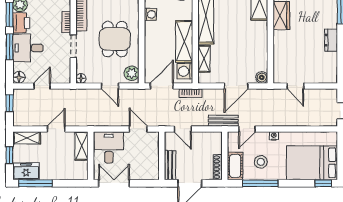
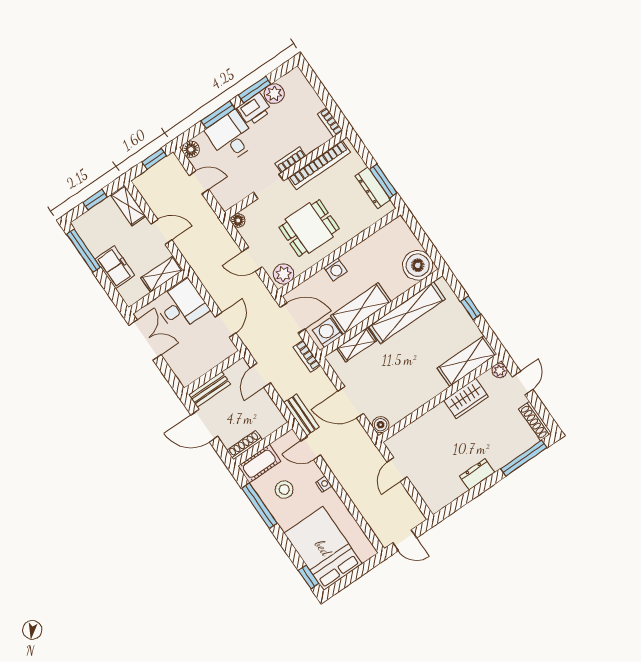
washing machine: (150, 14) -> (336, 269), moved
door: (110, 86) -> (252, 259), hinge flipped
freezer: (26, 171) -> (115, 267), moved

